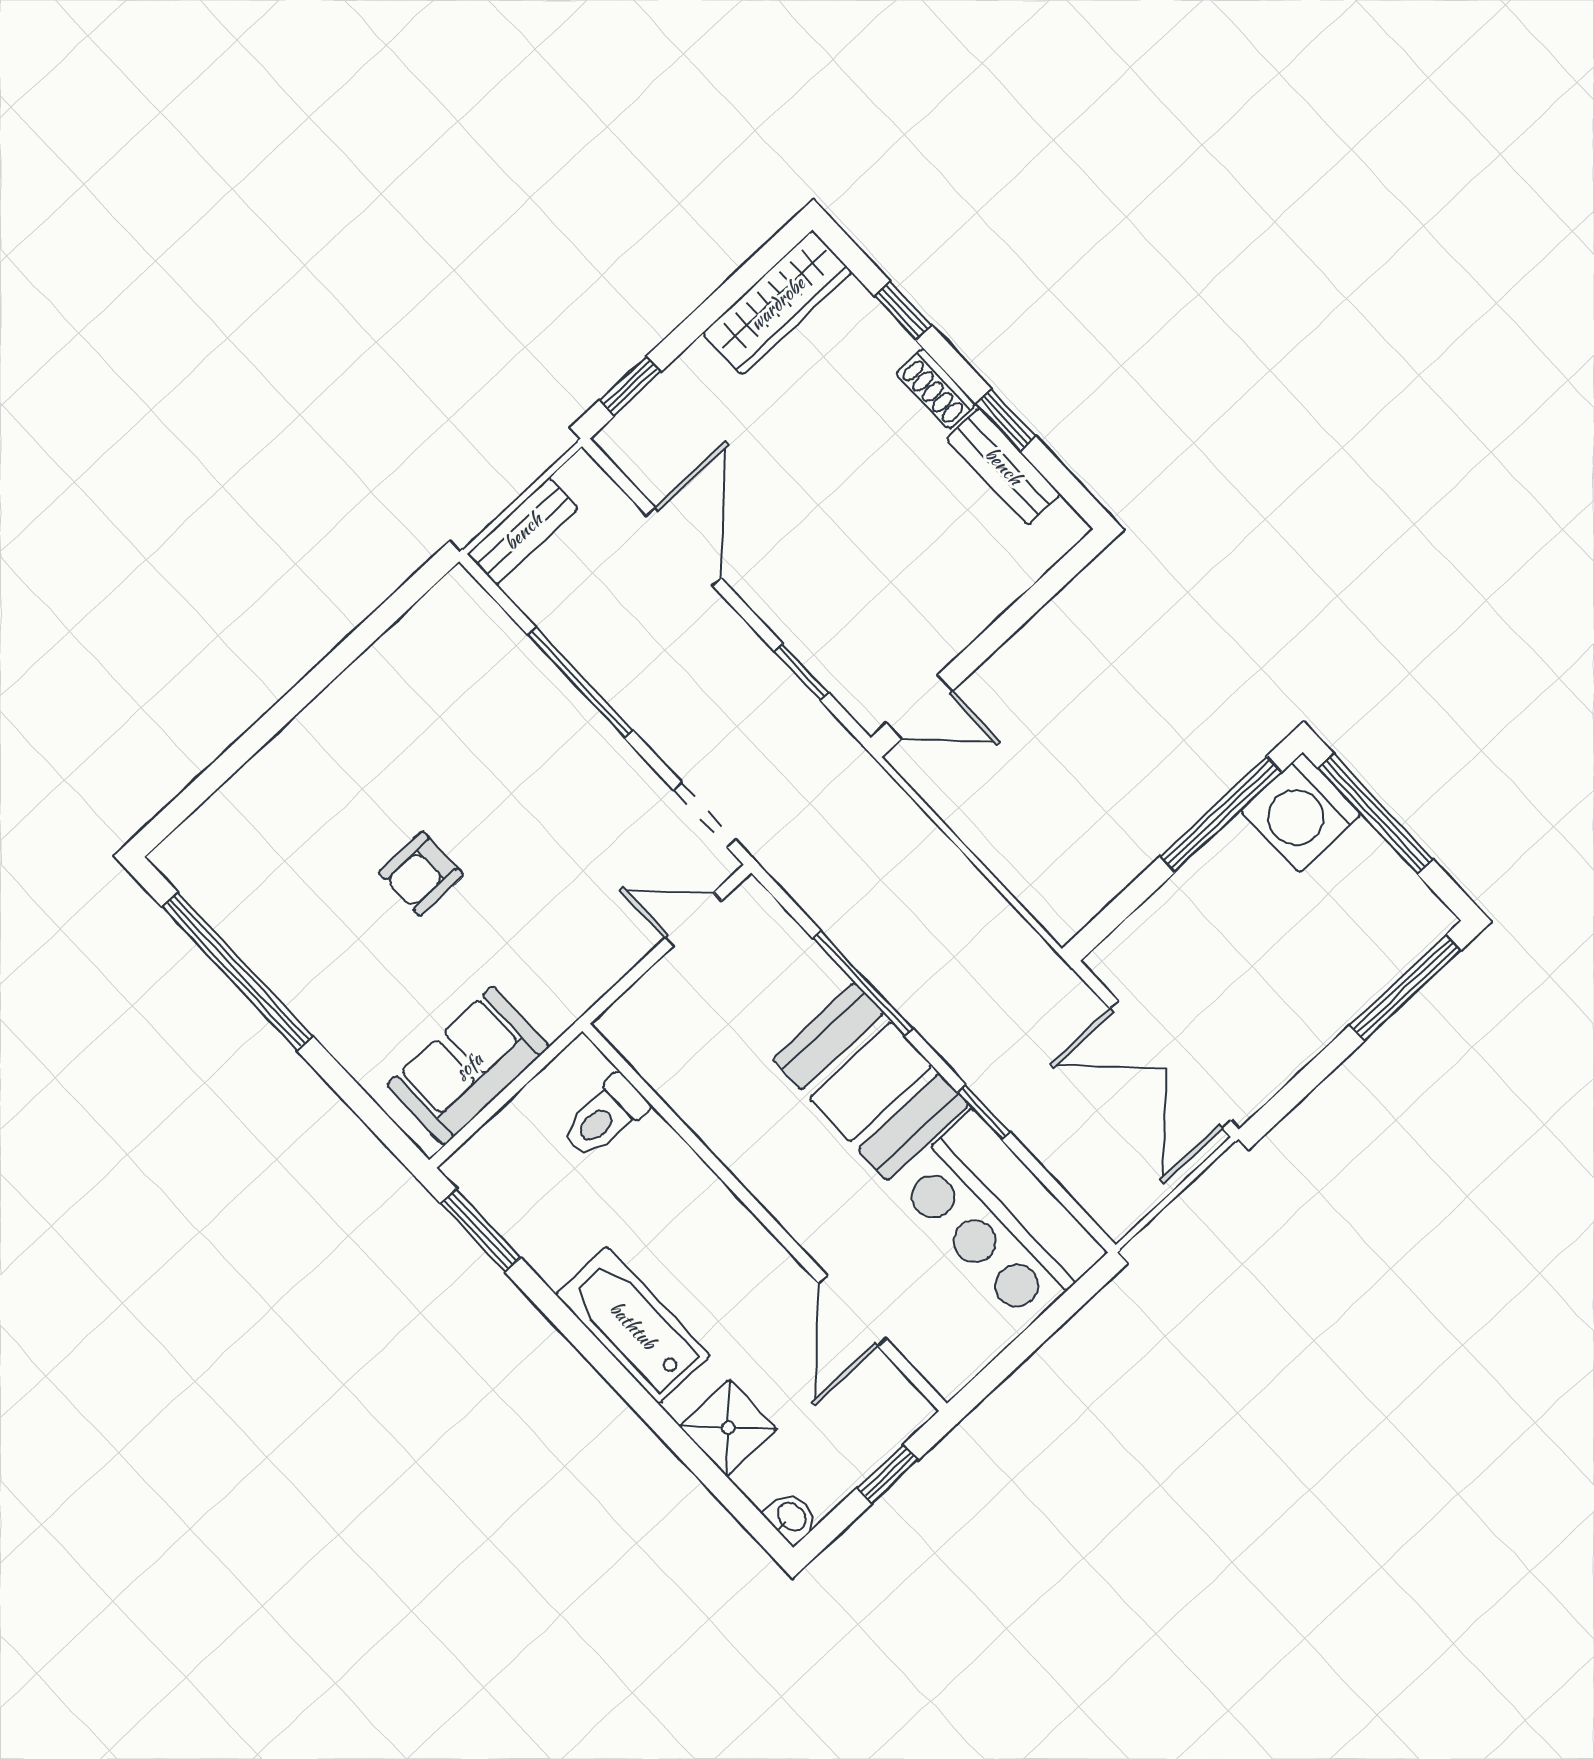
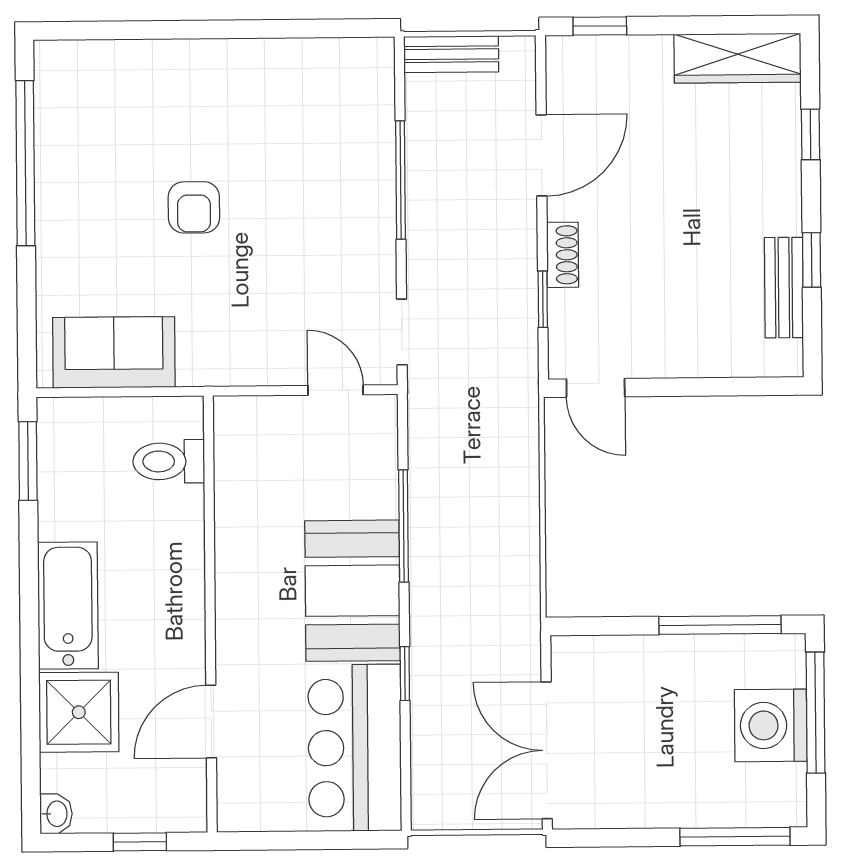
shoe rack: (936, 389) -> (563, 255), moved, turned 180
washing machine: (1301, 813) -> (771, 725), moved
armchair: (421, 874) -> (194, 207), turned -90
shower: (728, 1428) -> (79, 712), width x1.36, depth x1.36

